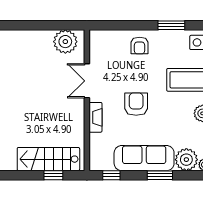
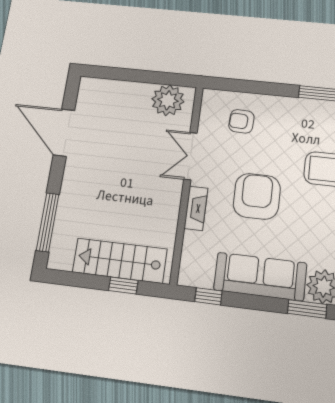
armchair: (140, 46) -> (241, 121), moved, turned 93
armchair: (136, 104) -> (257, 196), width x1.36, depth x1.36
window: (160, 175) -> (307, 309), moved

